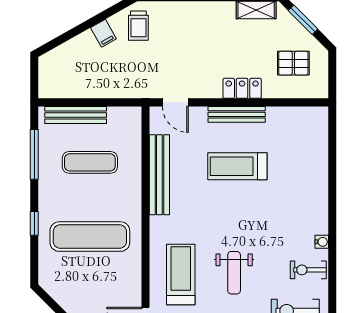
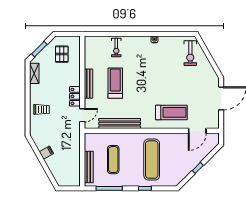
trolley: (138, 26) -> (41, 109), moved
locker: (242, 88) -> (75, 96), moved
treadmill: (237, 166) -> (115, 83), turned 180
exercise bike: (308, 270) -> (116, 47), moved
weight bench: (234, 273) -> (170, 85), removed
treadmill: (181, 275) -> (171, 112), turned 180

